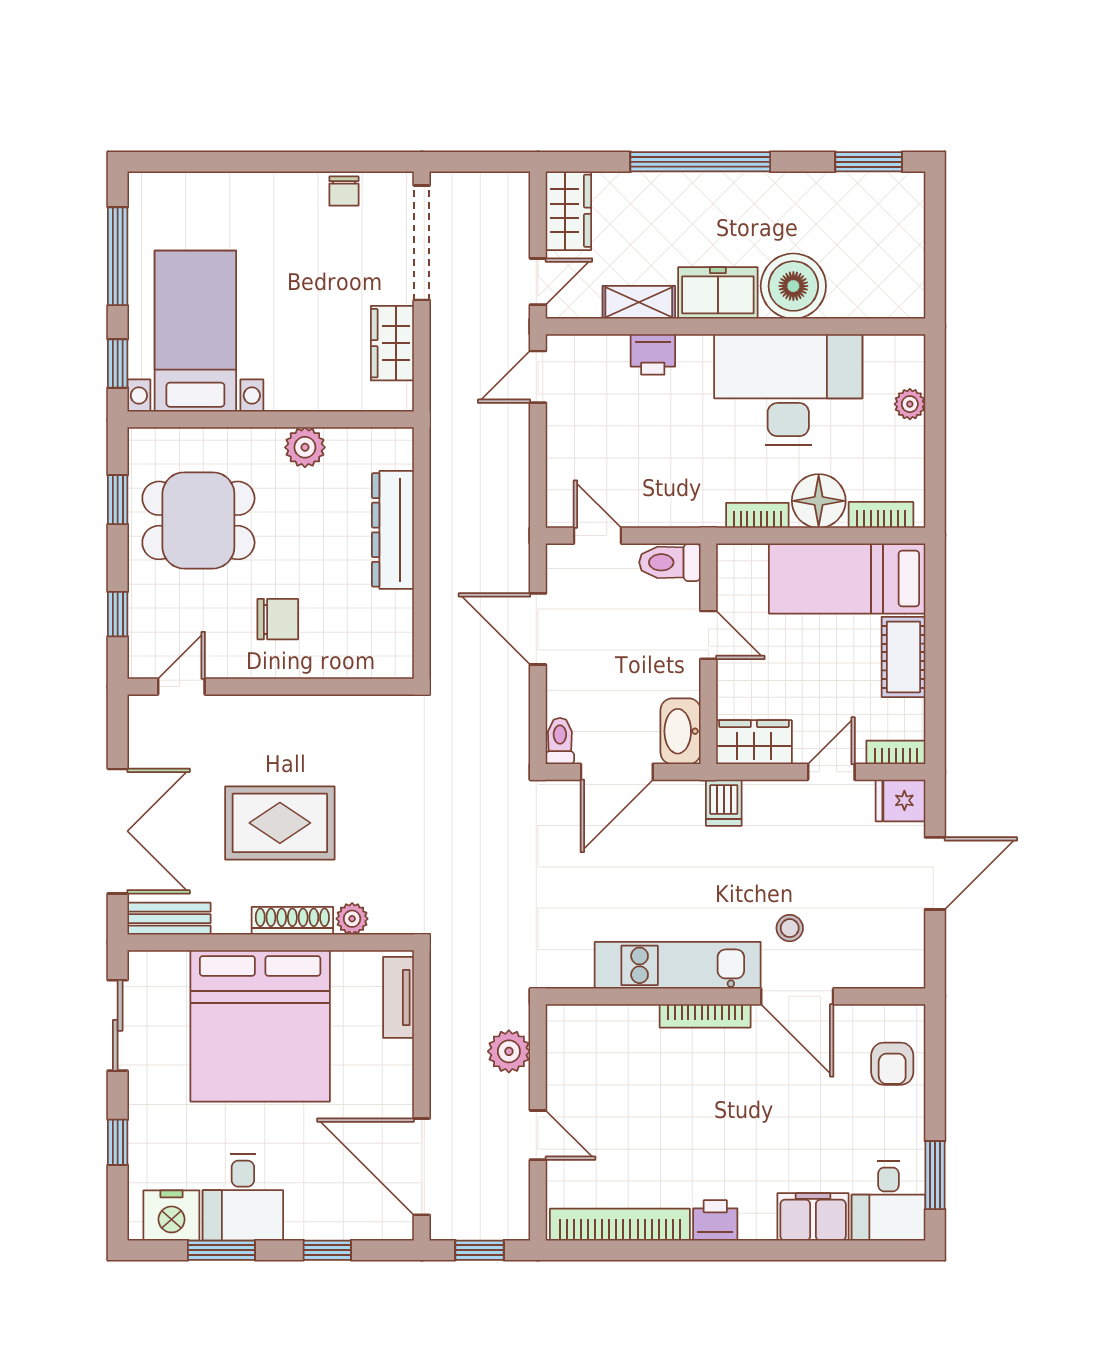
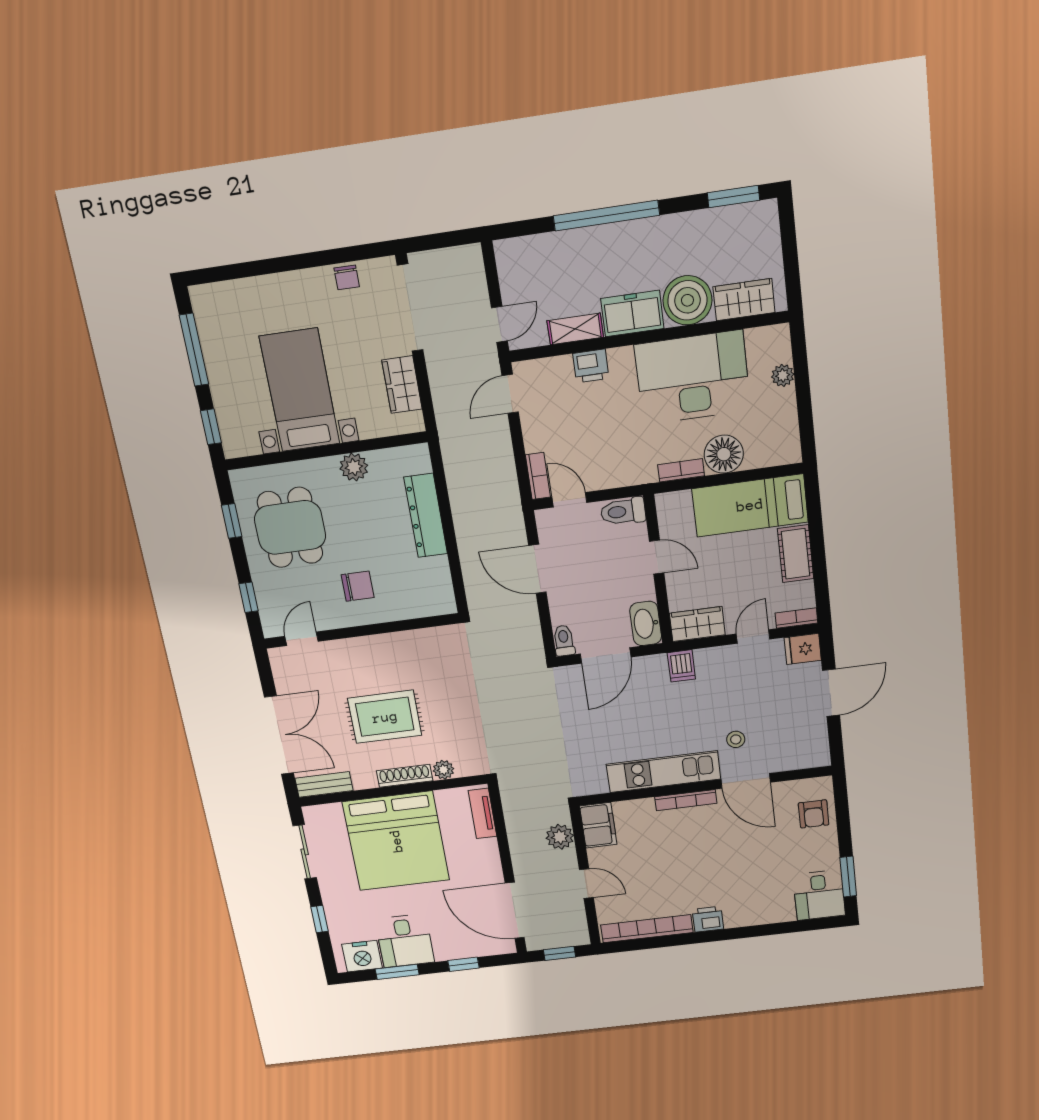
wardrobe: (568, 211) -> (744, 300), moved, turned -90
bed with nightstands: (195, 331) -> (300, 390), moved
bookcase: (881, 515) -> (538, 476), moved, turned 90
dining table: (198, 520) -> (290, 527), turned 90
filing cabinet: (813, 1217) -> (598, 825), moved, turned 90

